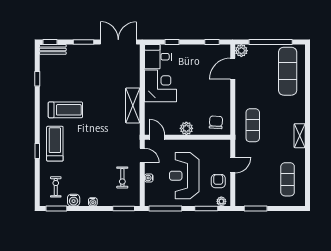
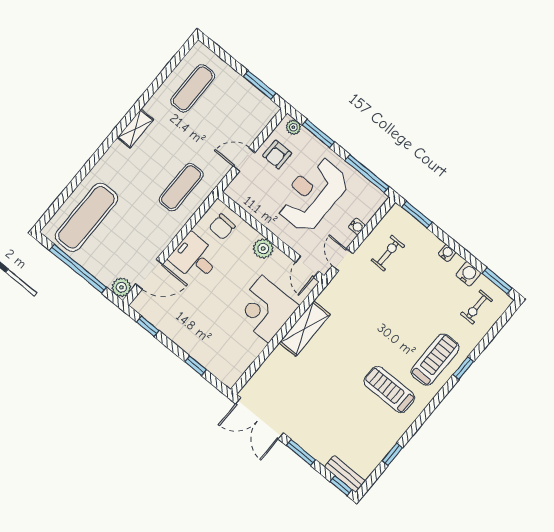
desk: (158, 57) -> (194, 258), moved, turned 180
corner desk: (161, 86) -> (265, 309), moved
treadmill: (55, 144) -> (435, 360), turned 180
reception desk: (184, 176) -> (312, 194), turned 180

